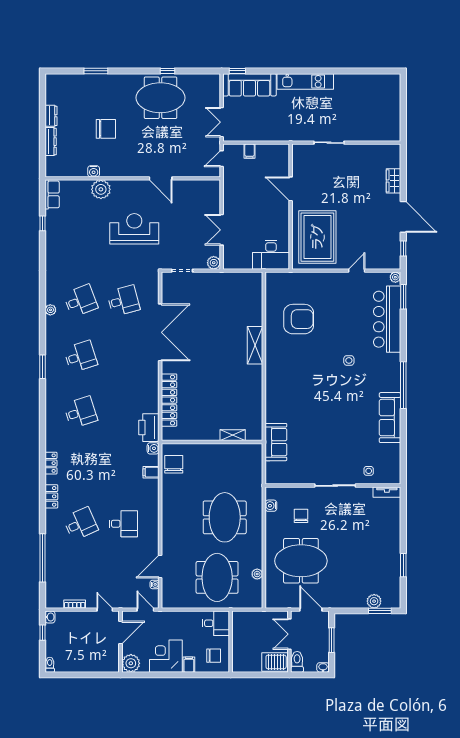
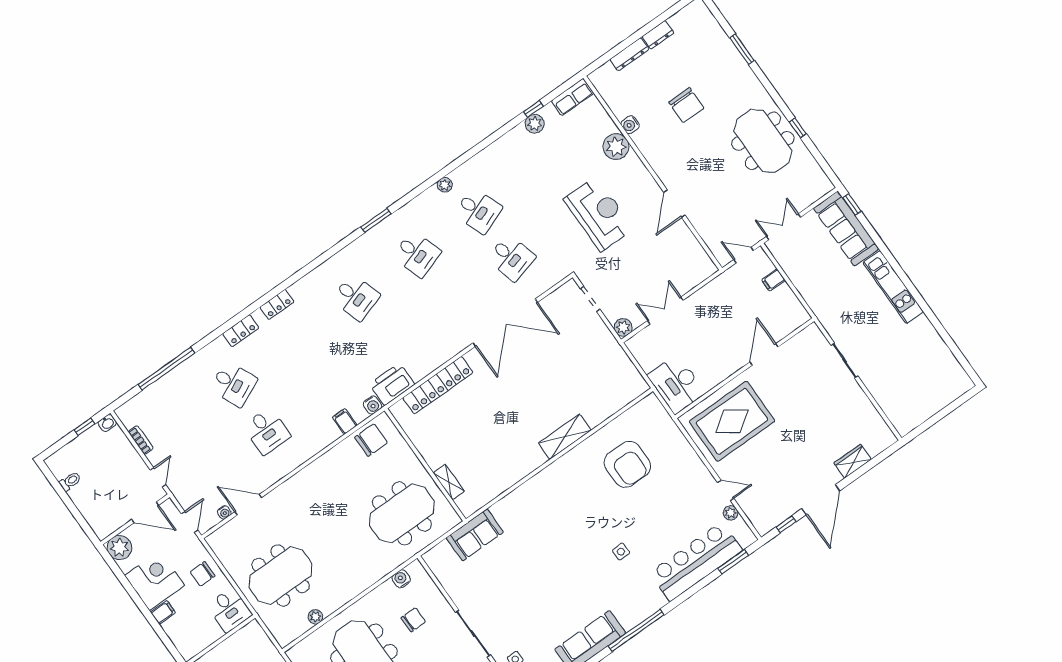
plant: (52, 229) -> (535, 124), added
plant: (395, 277) -> (731, 513), moved
meeting table: (225, 517) -> (402, 513), moved
chair: (214, 656) -> (203, 574), moved, turned 90
toilet: (50, 665) -> (70, 481), moved

